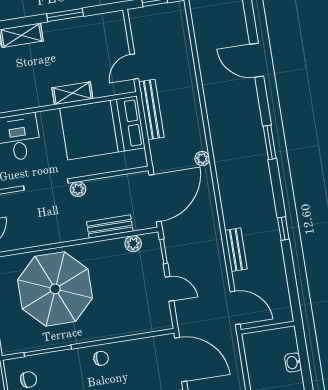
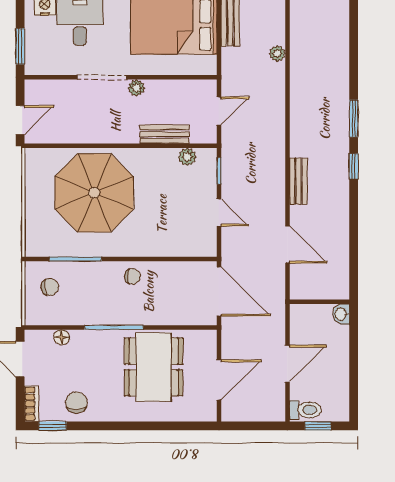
window: (270, 142) -> (354, 118), moved
plant: (202, 159) -> (277, 53), moved
door: (155, 198) -> (219, 111), width x0.53
wall: (268, 328) -> (319, 302), moved

